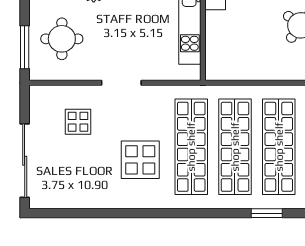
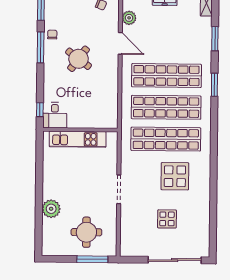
display table: (78, 122) -> (167, 219), moved

